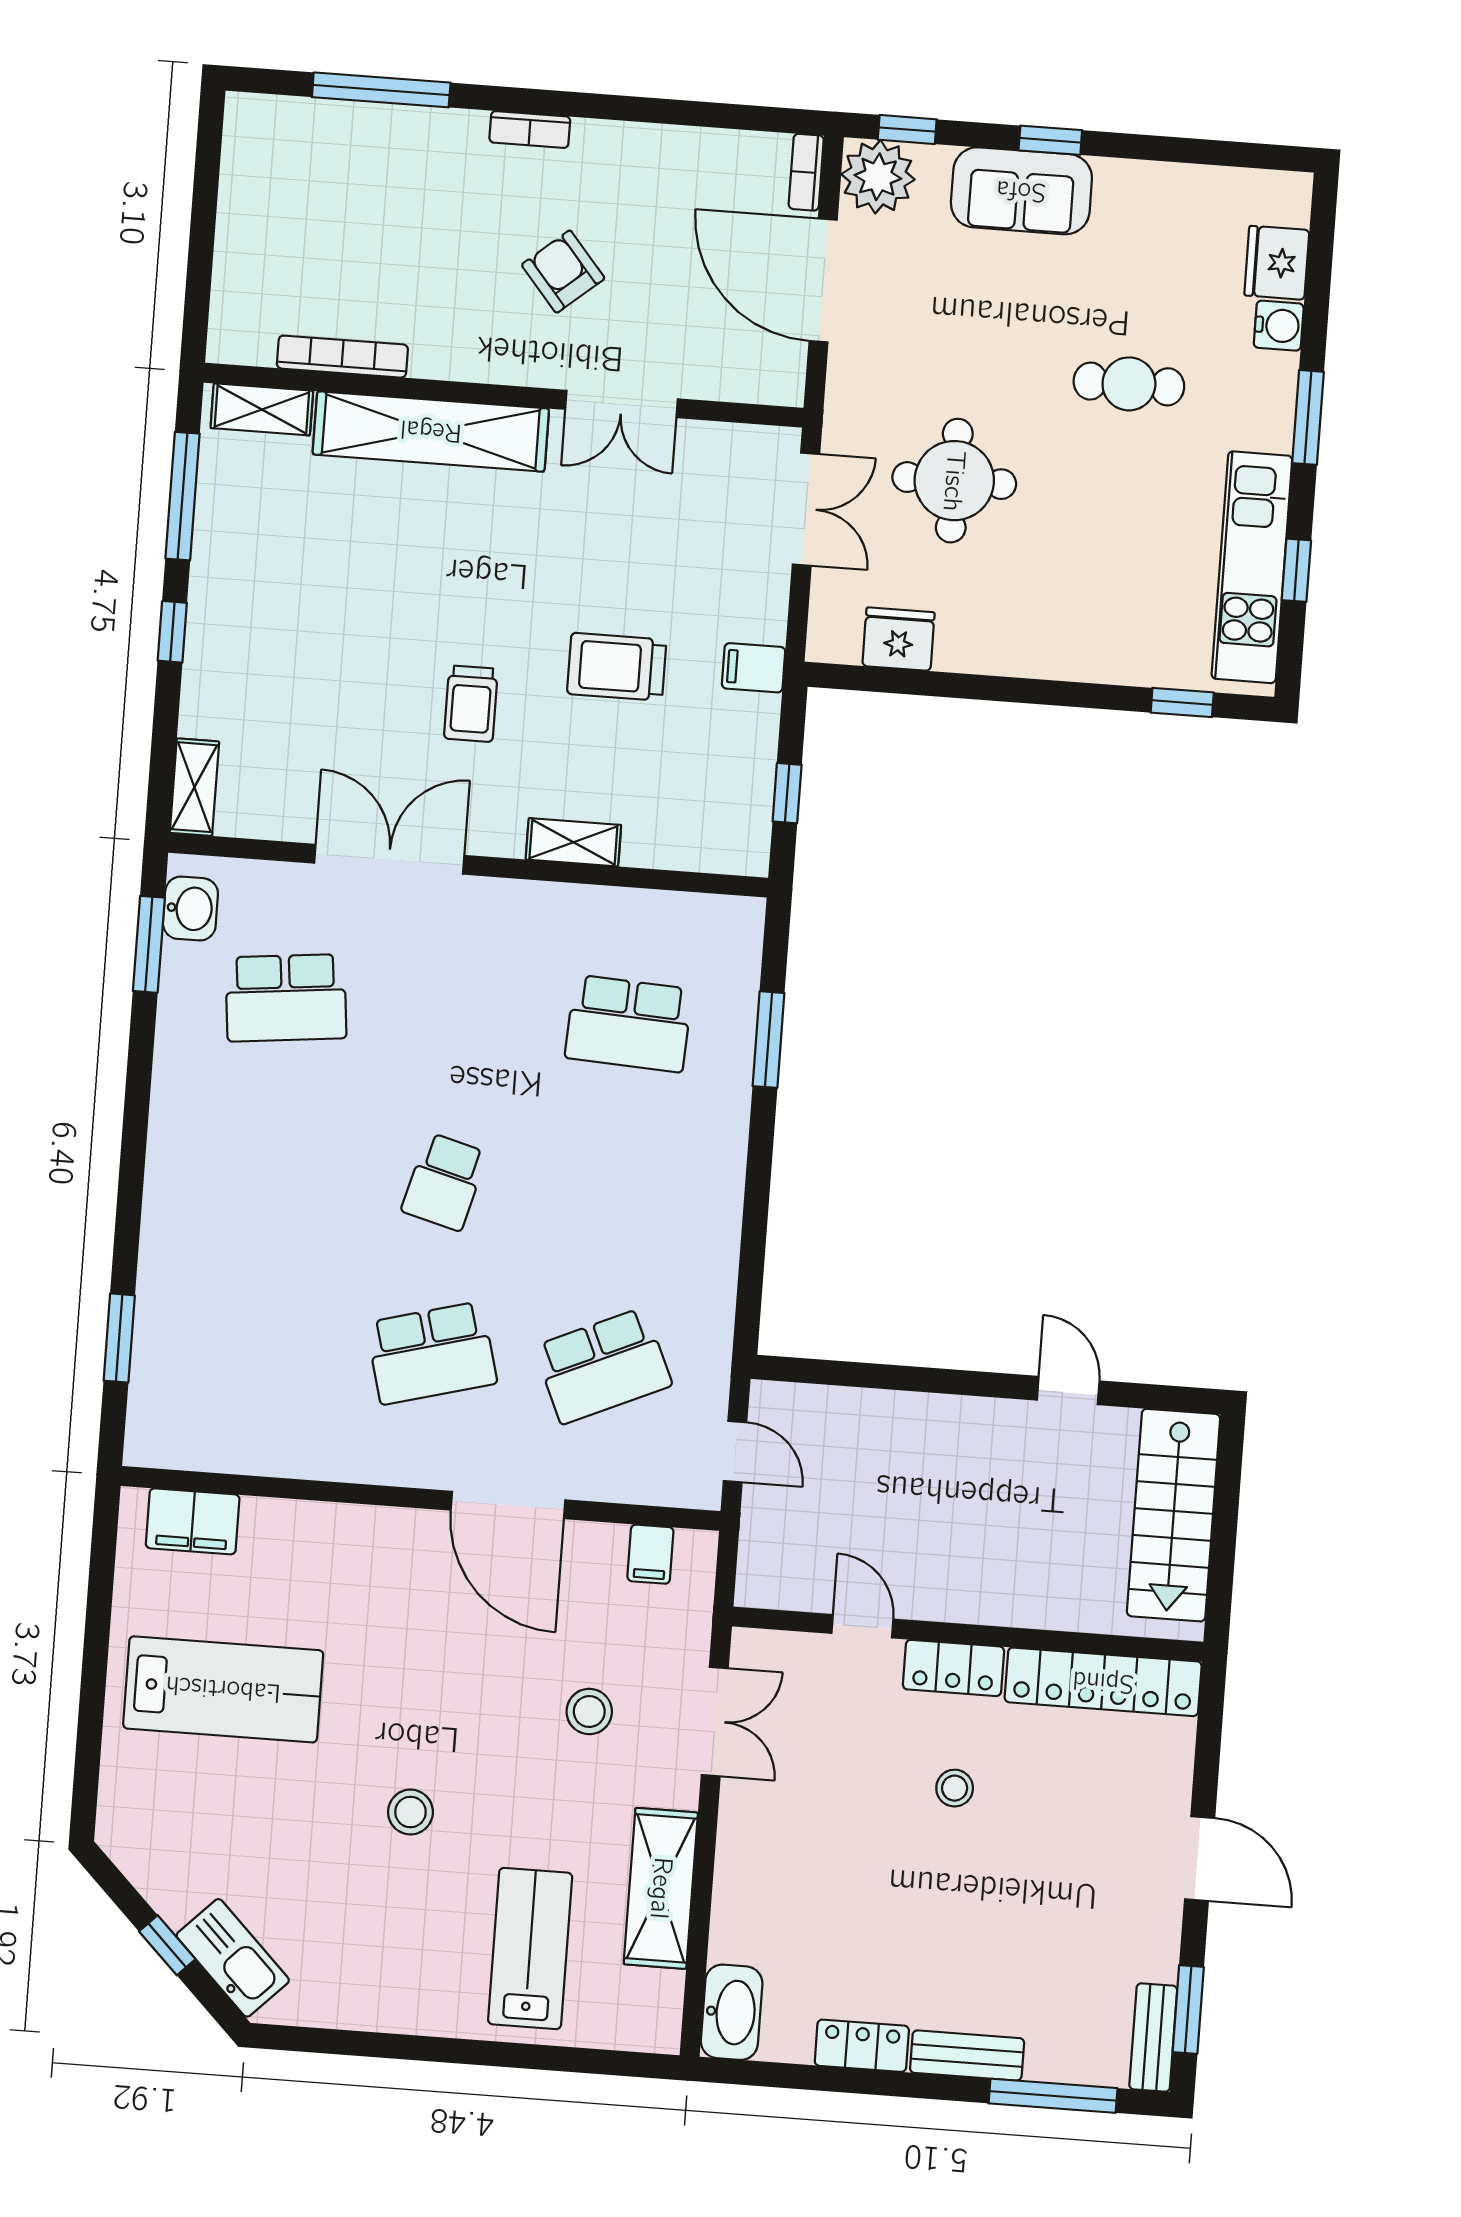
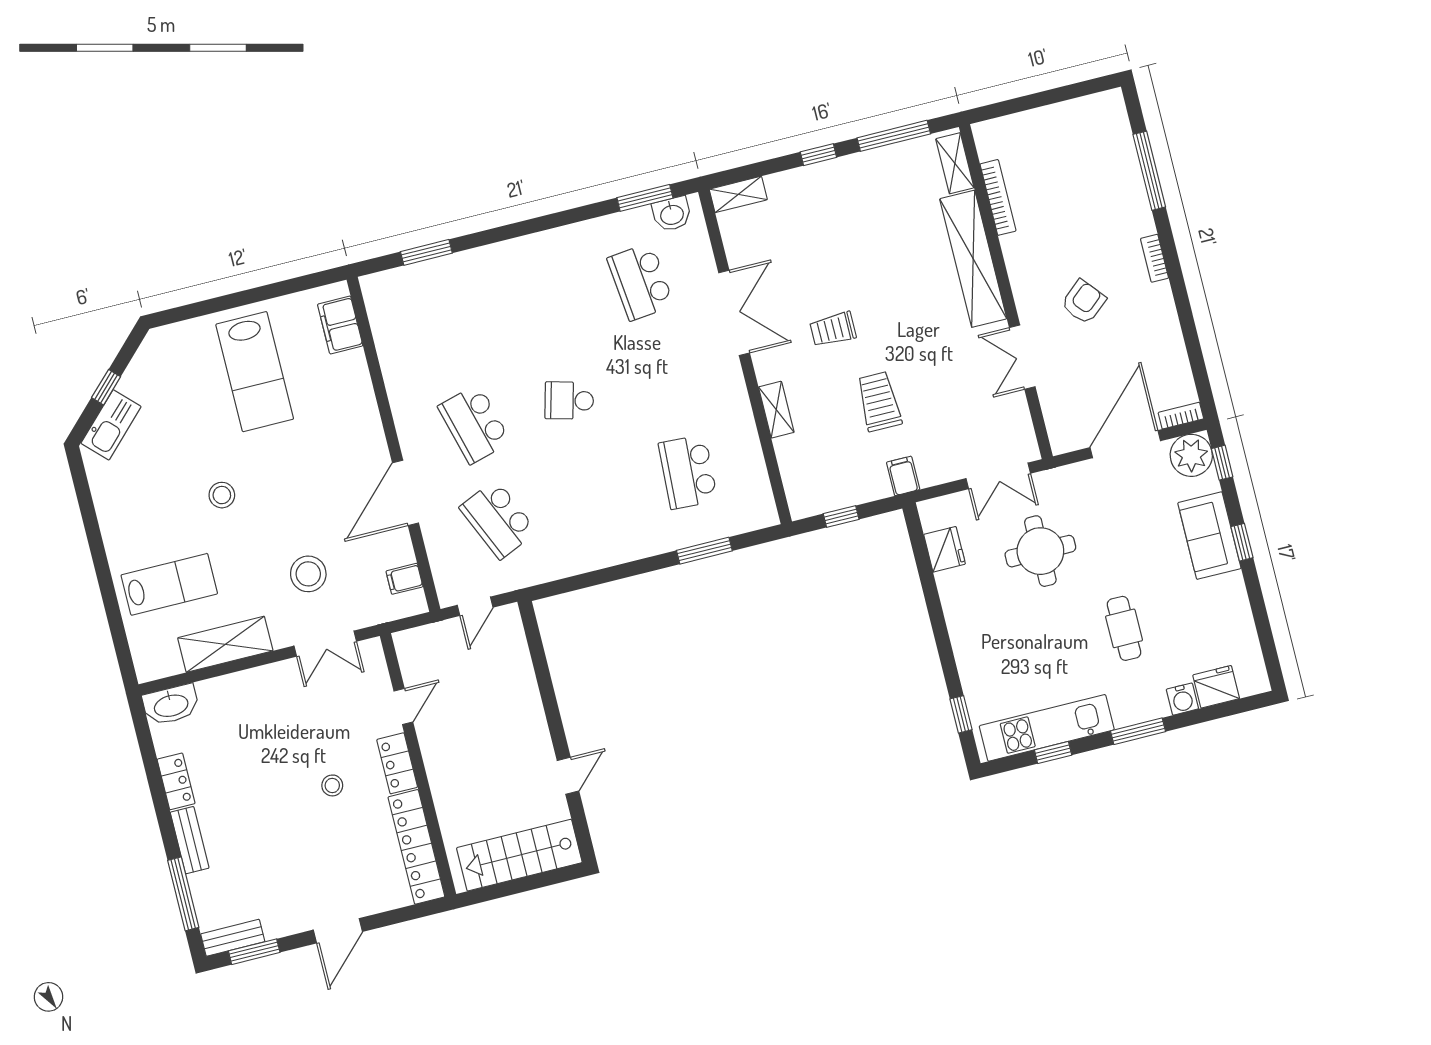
stool: (589, 1712) -> (308, 574), width x1.38, depth x1.38

